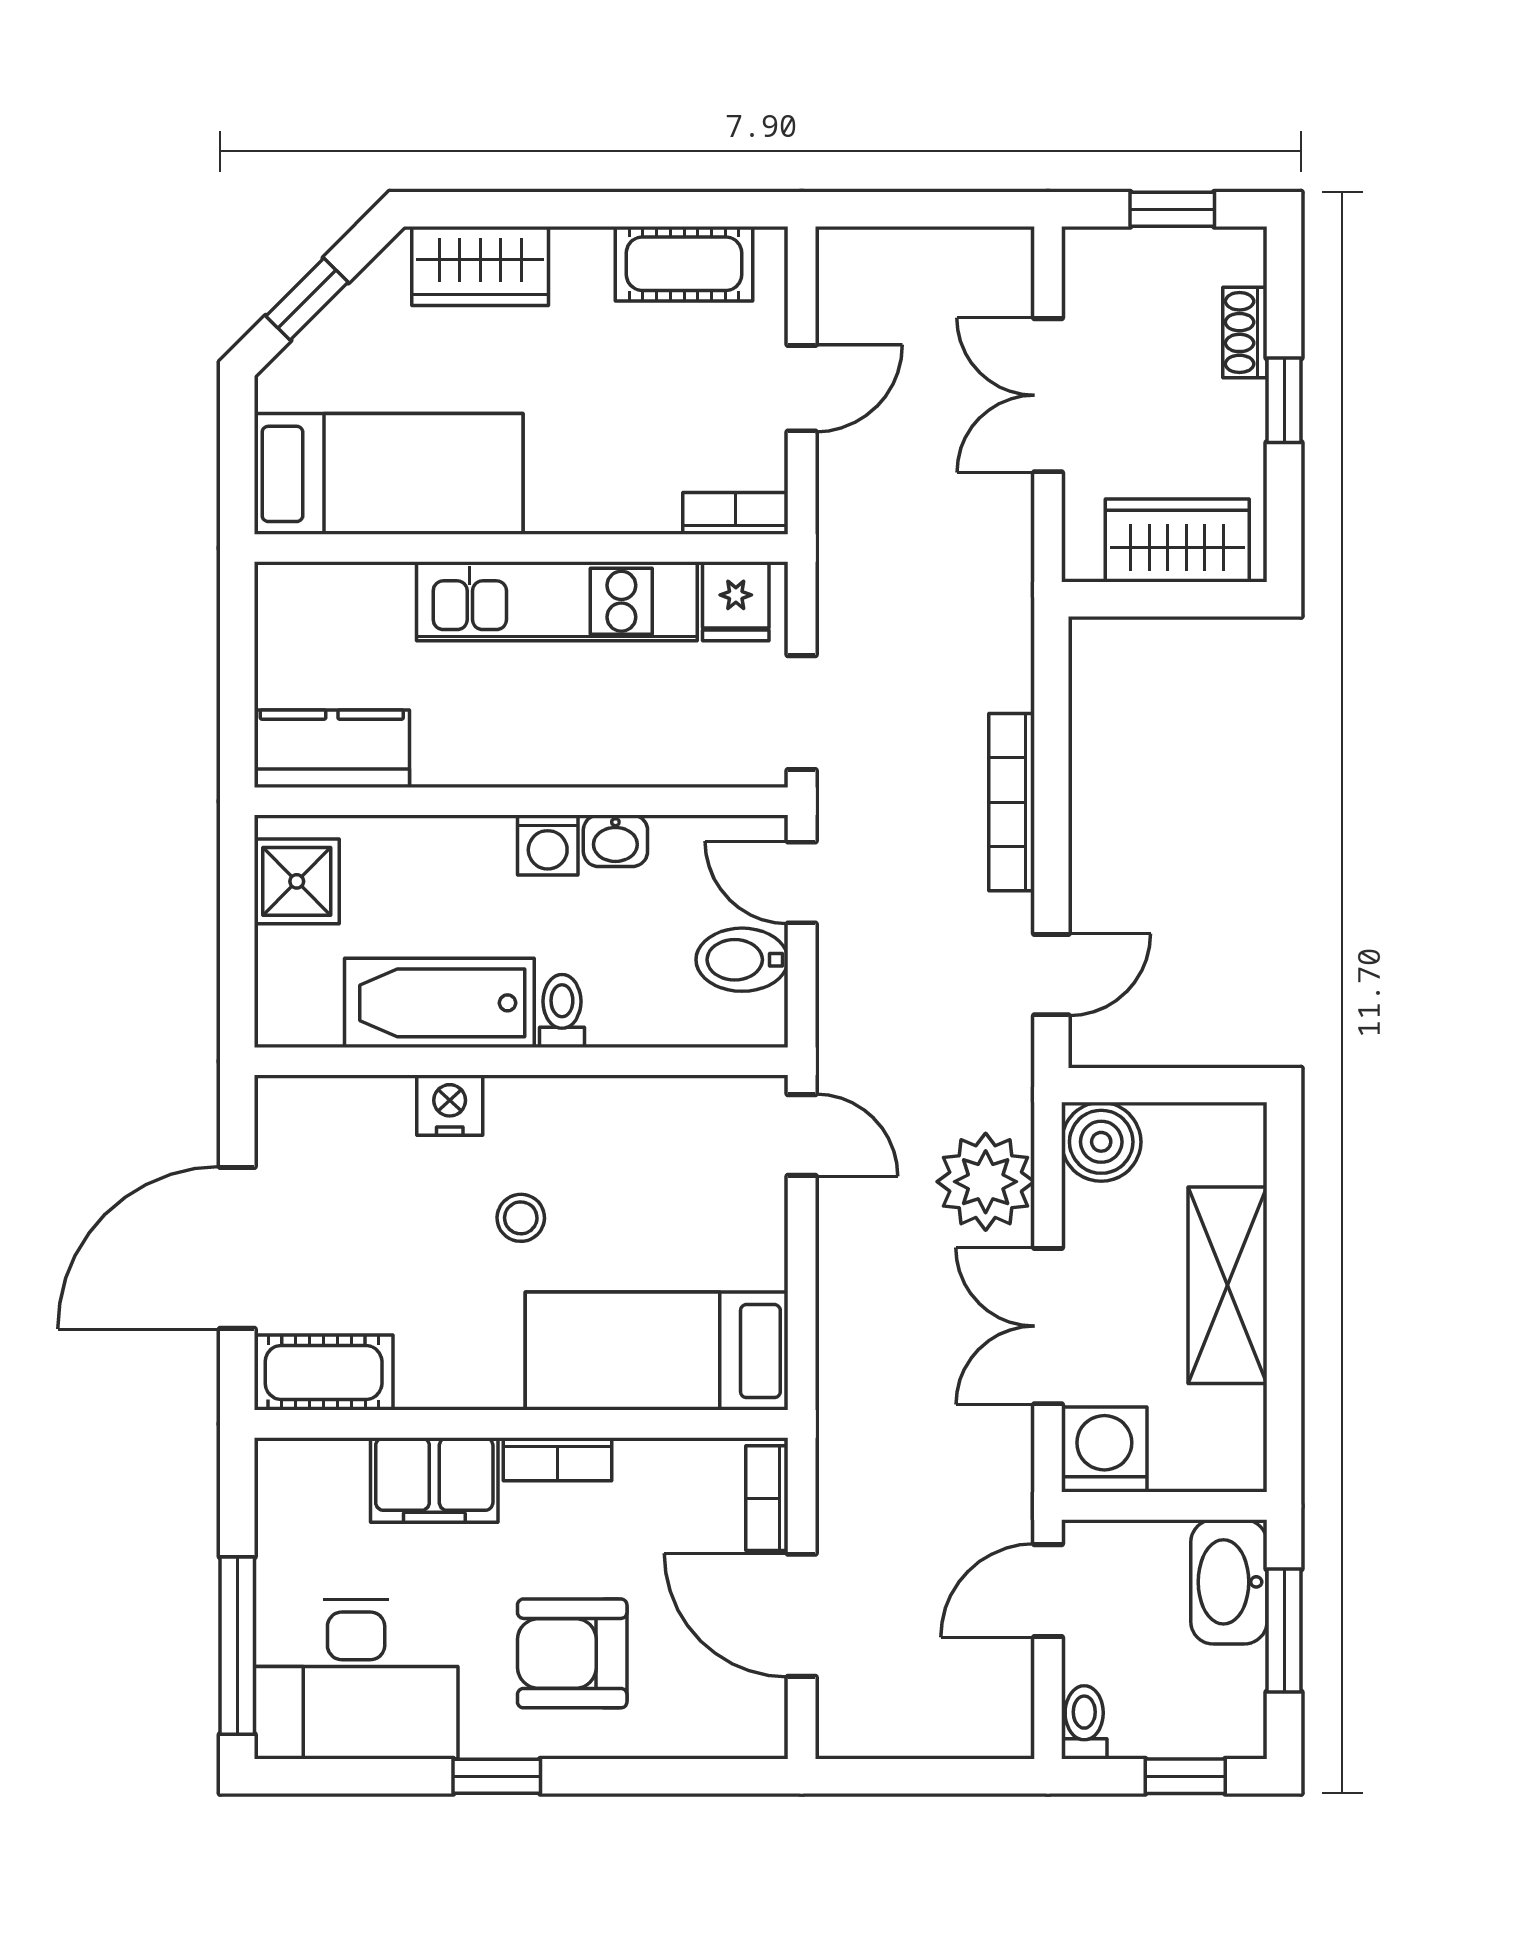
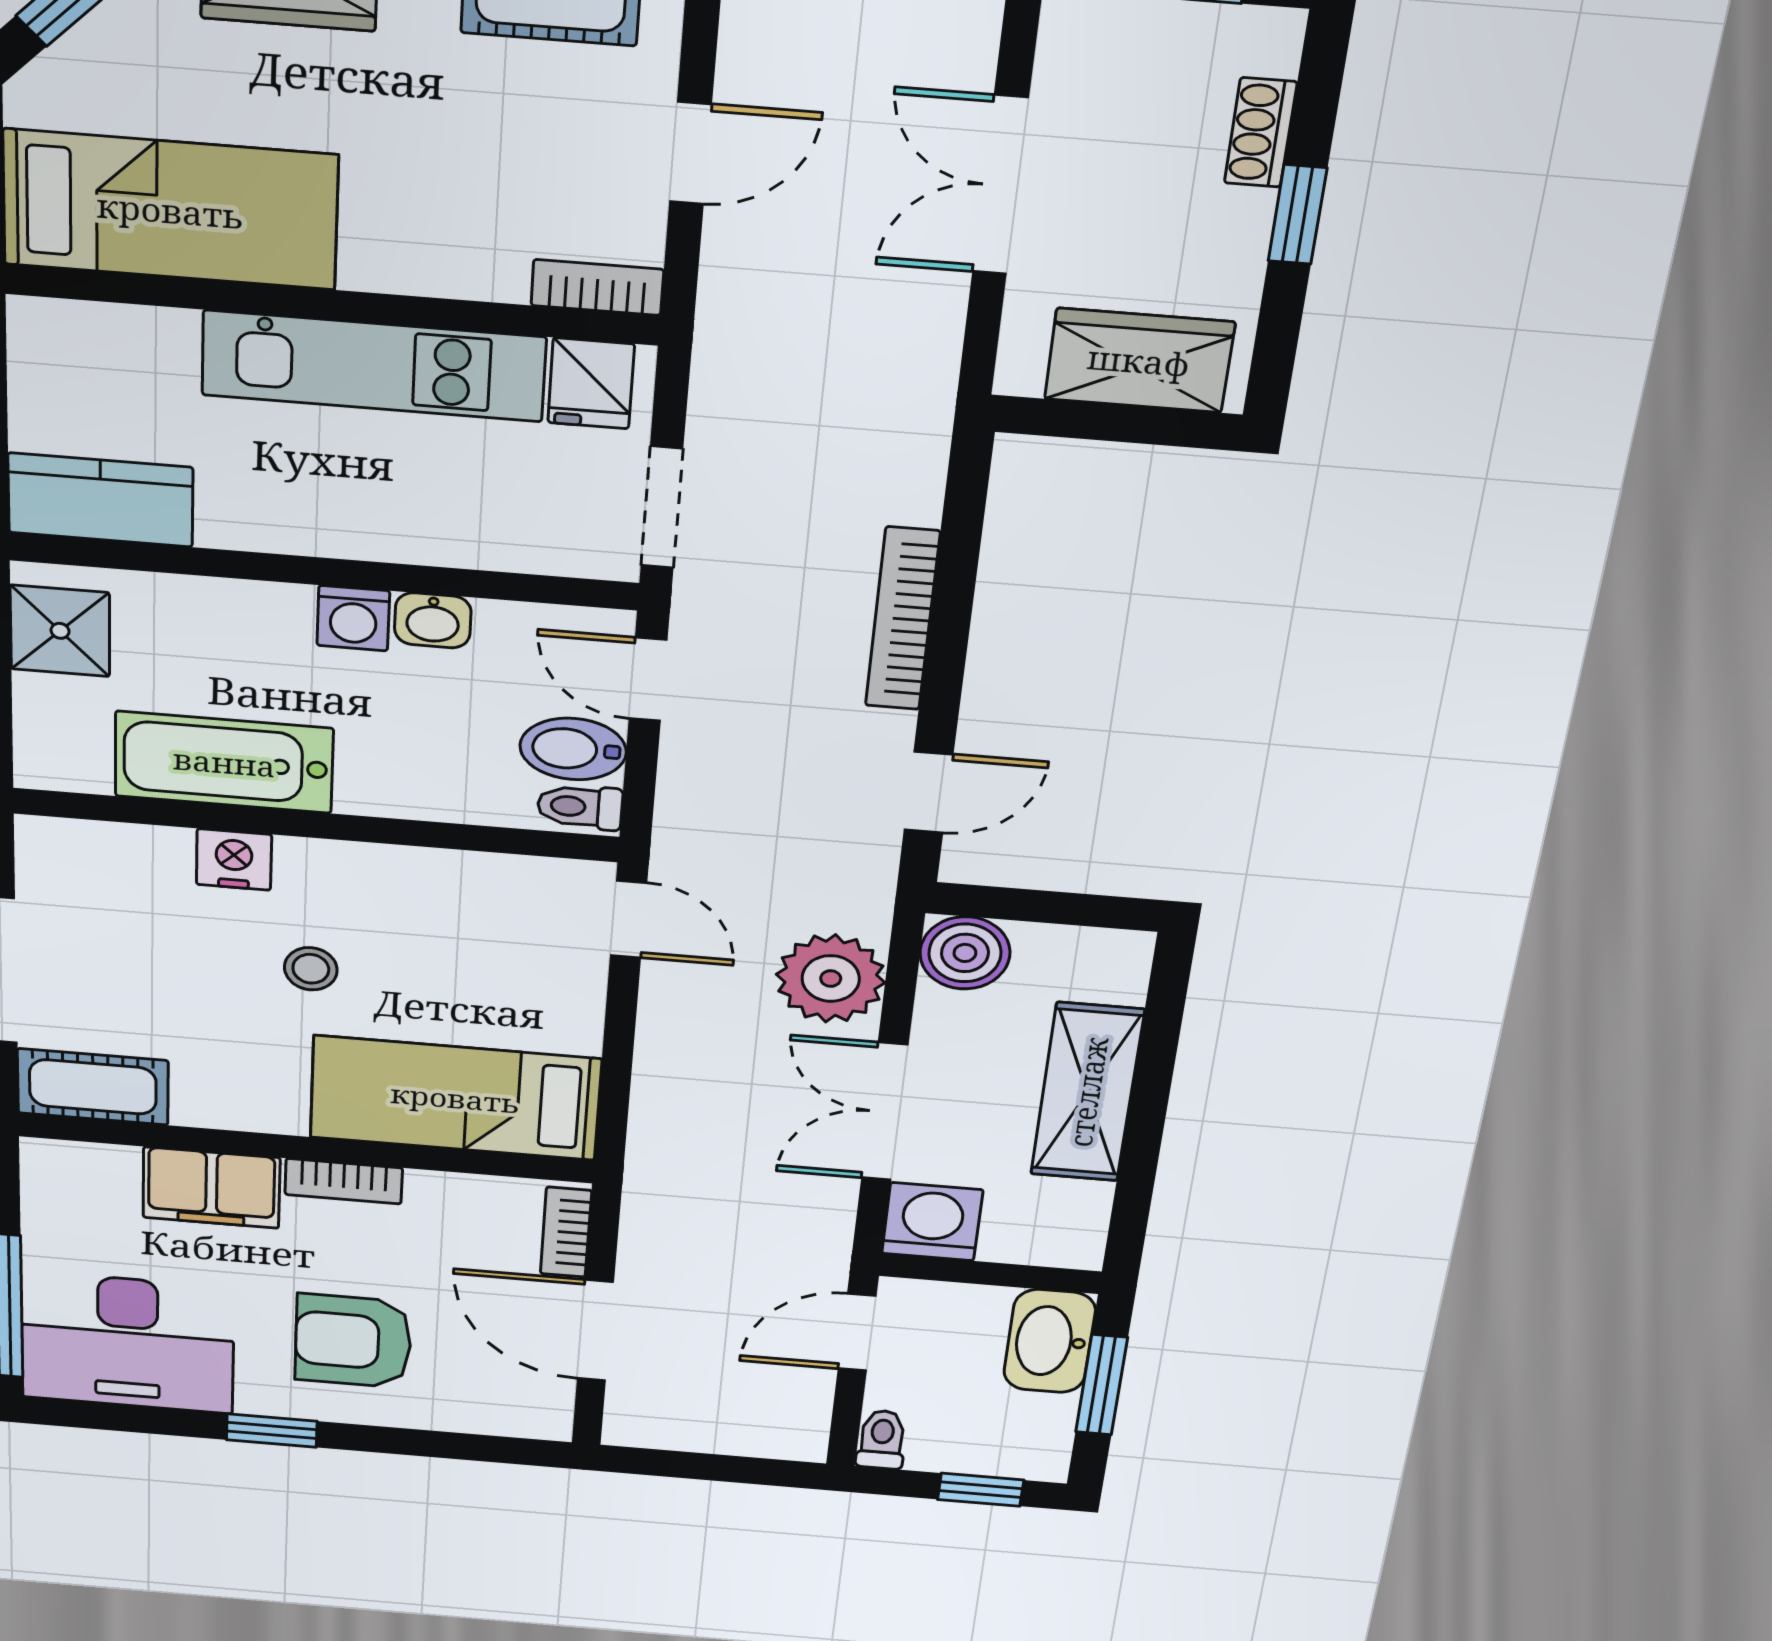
toilet: (562, 1011) -> (580, 807), moved, turned -90

